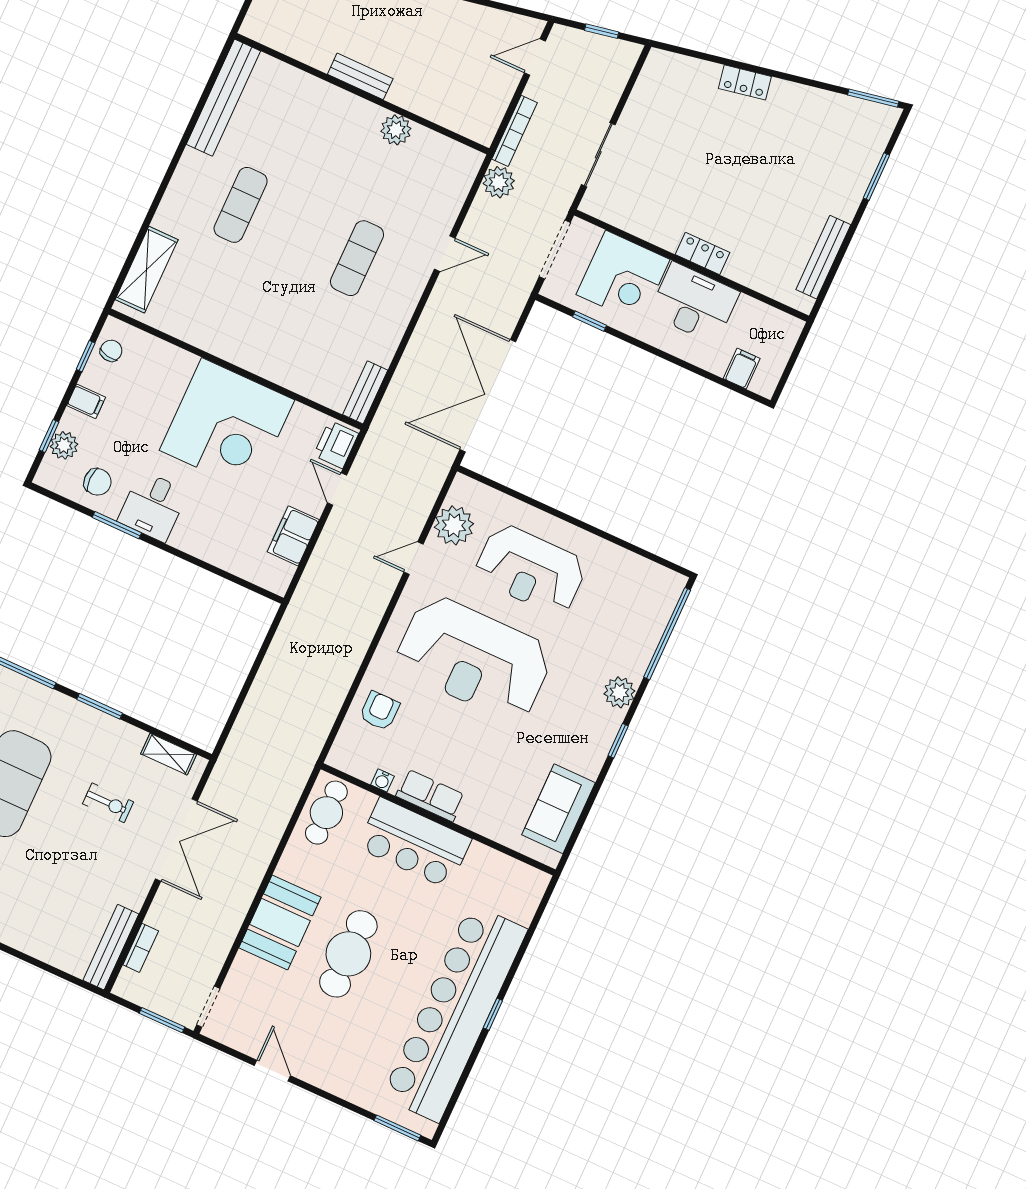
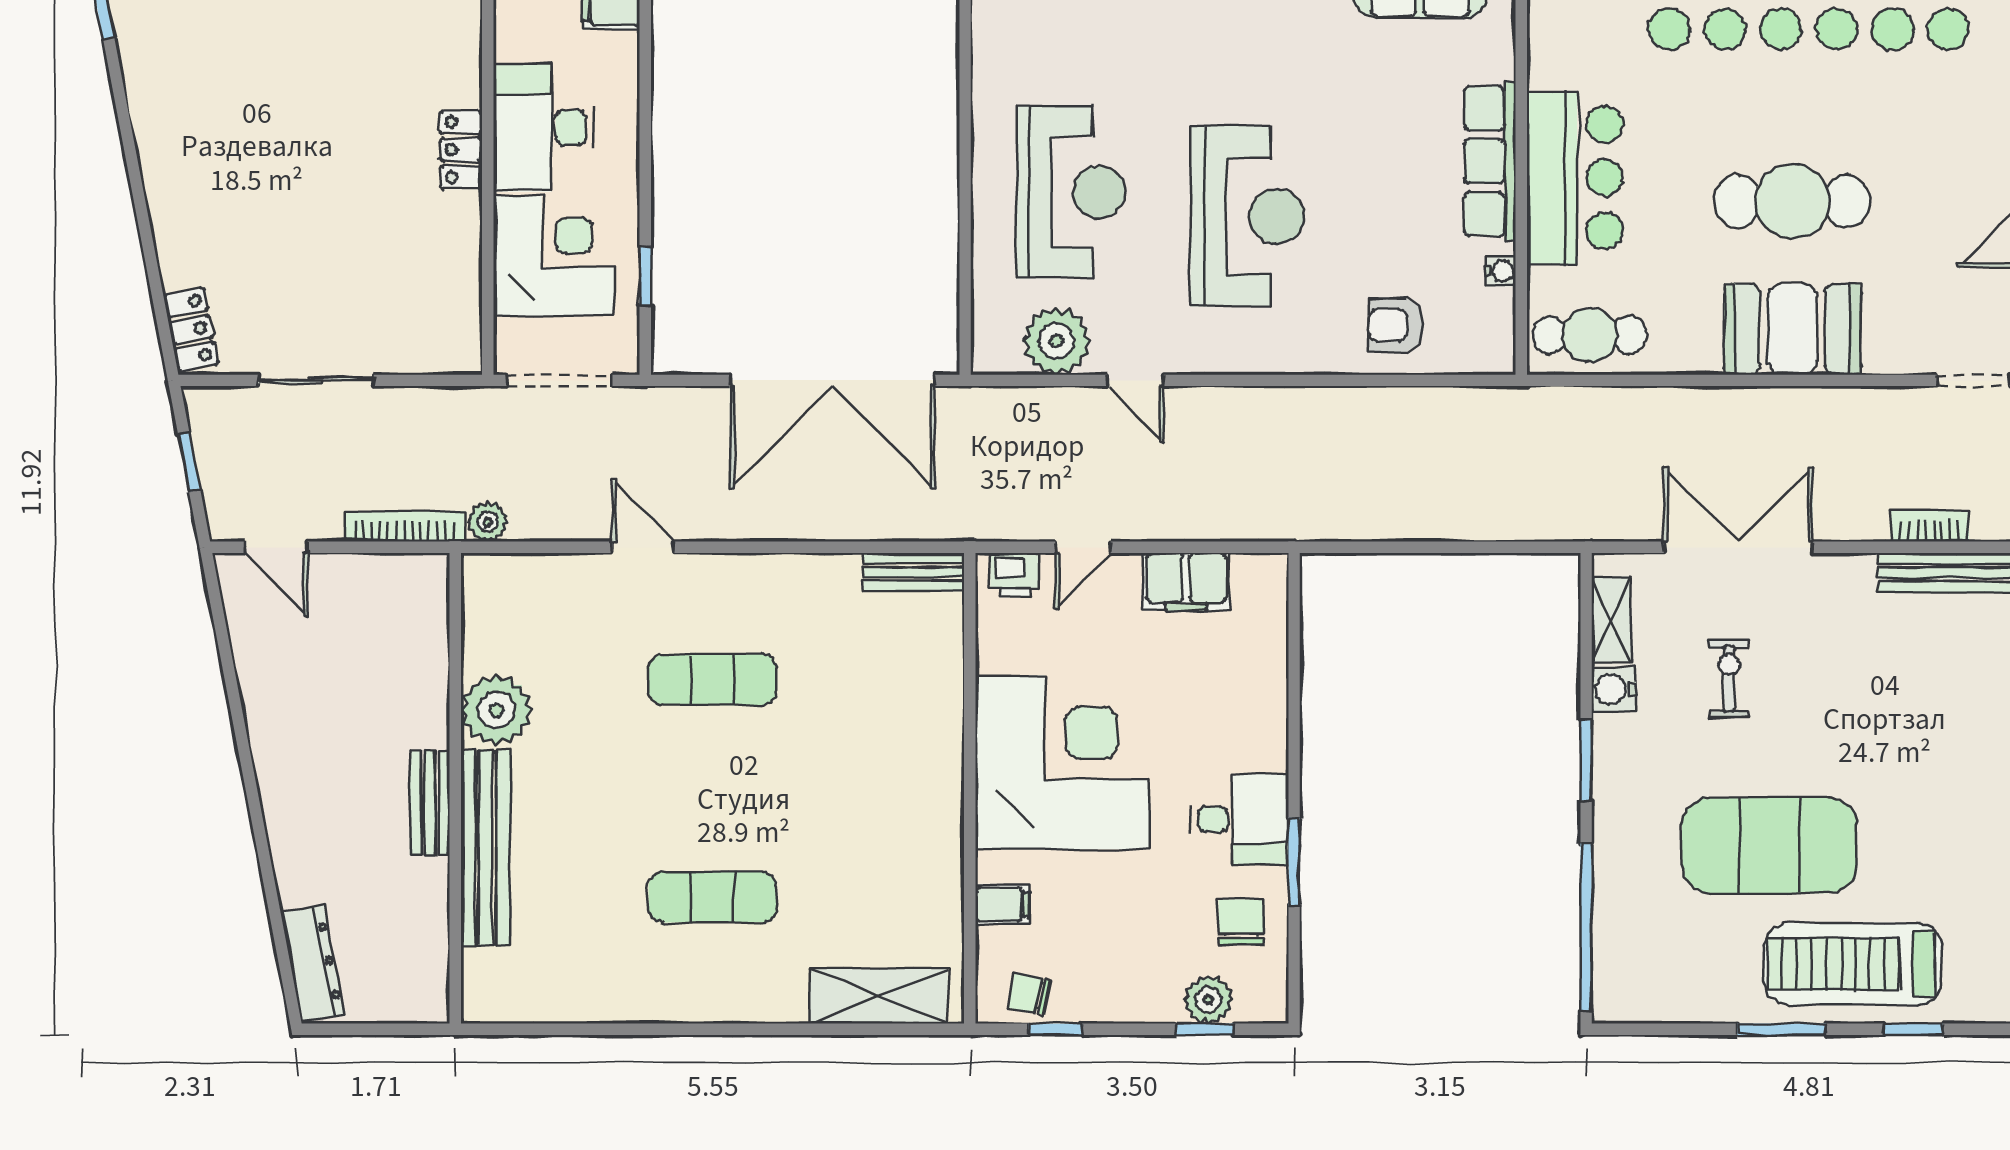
locker: (745, 82) -> (191, 330), moved
bench: (223, 98) -> (485, 848), moved, turned 90
plant: (396, 130) -> (496, 710), width x1.36, depth x1.36
sliding door: (598, 155) -> (316, 380), moved
plant: (499, 182) -> (488, 522), width x0.73, depth x0.73
filing cabinet: (86, 401) -> (1002, 904), moved, turned 90
printer: (336, 444) -> (1015, 575), width x0.73, depth x0.81
reception desk: (474, 658) -> (1248, 216), width x0.74, depth x0.77
water cooler: (131, 739) -> (1614, 689), added
row of seats: (430, 795) -> (1490, 161), width x1.48

